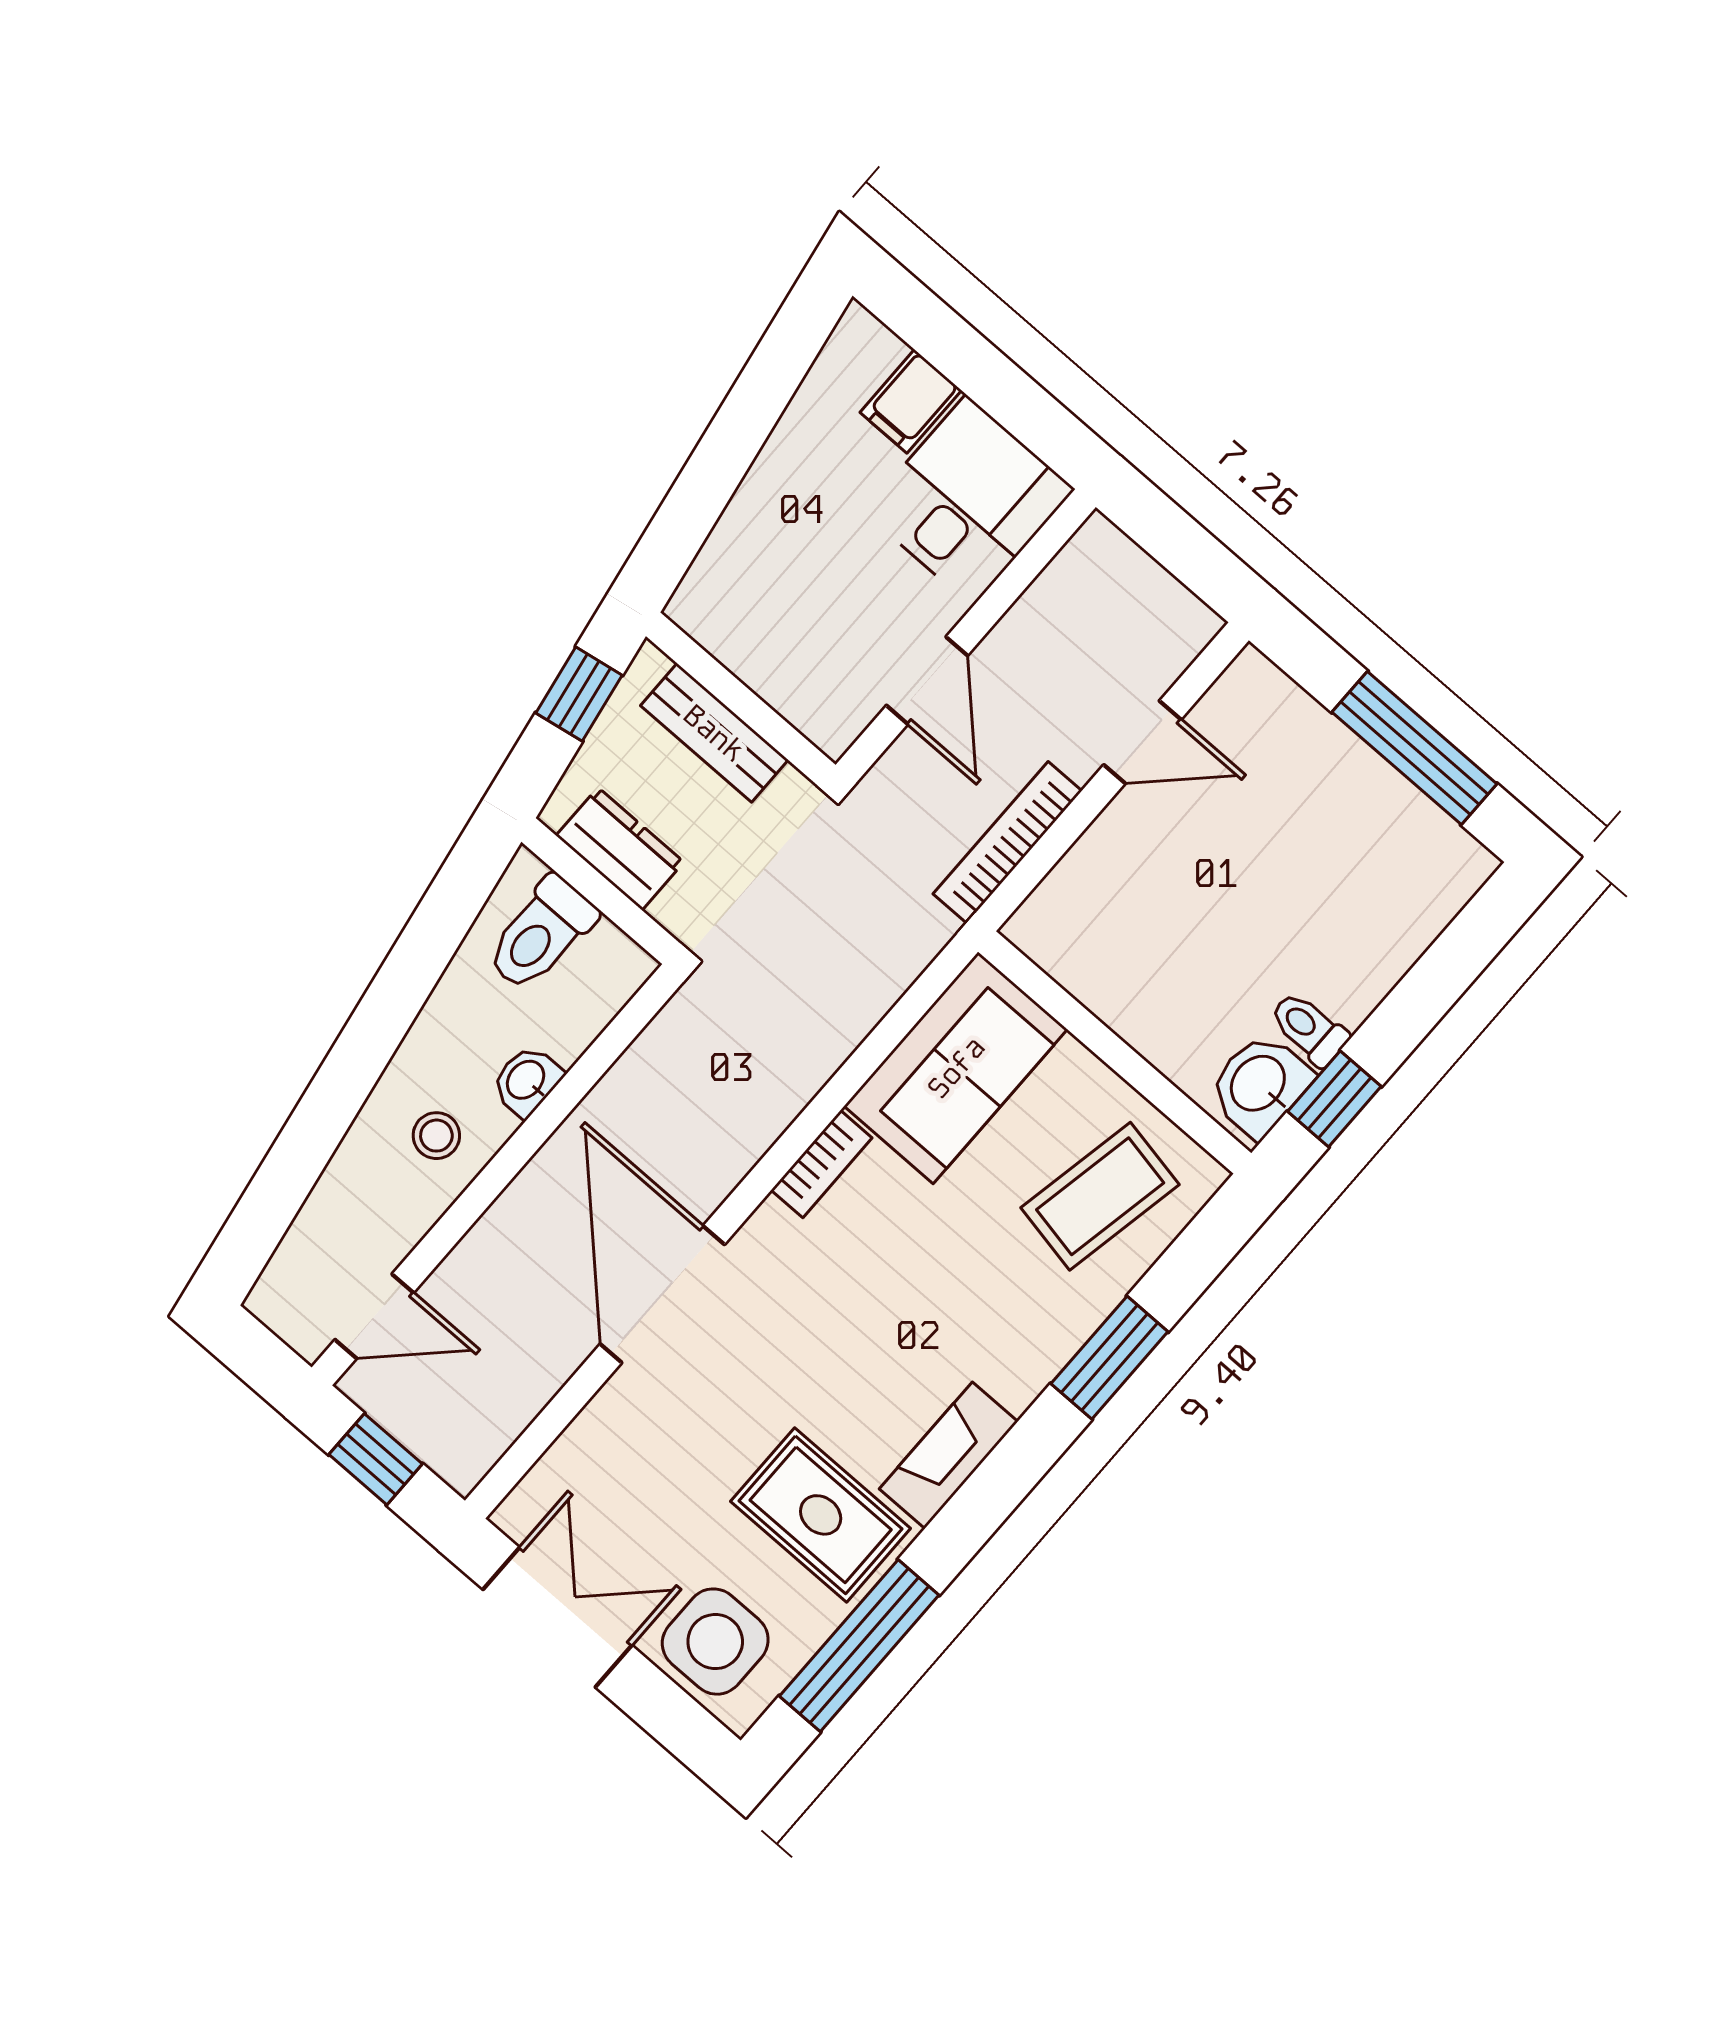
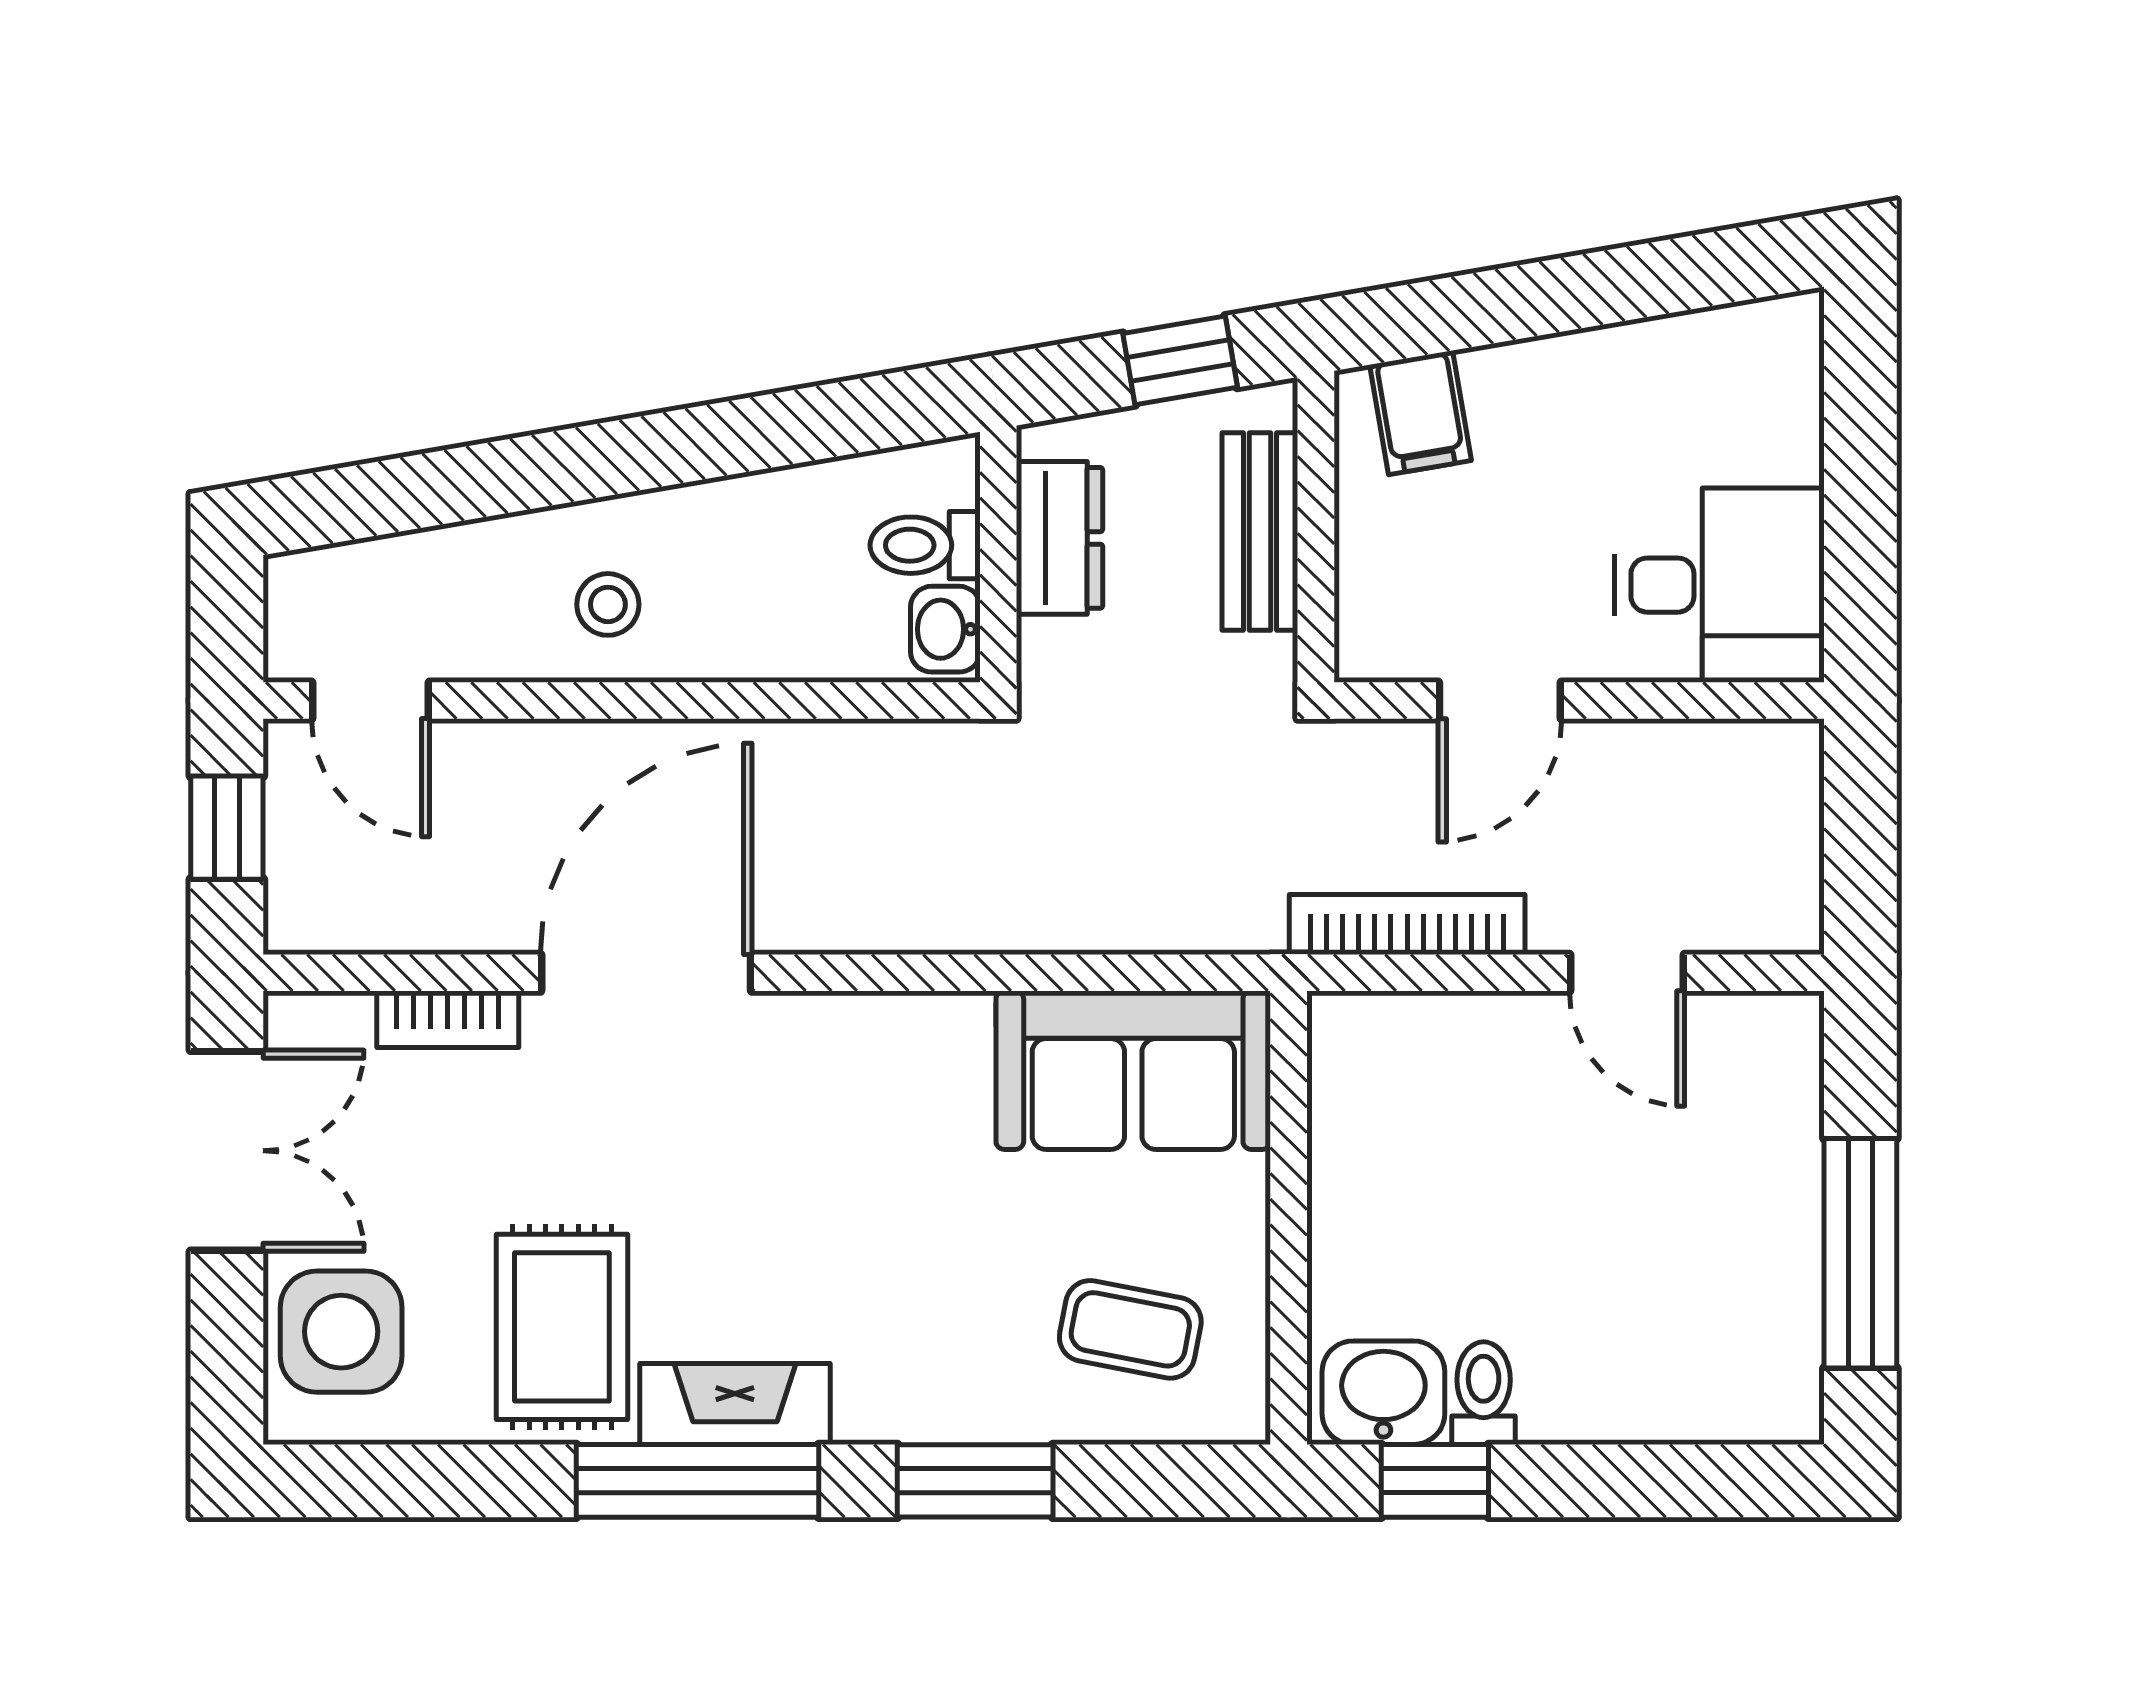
filing cabinet: (911, 401) -> (1420, 413), moved, turned -100
toilet: (541, 934) -> (925, 545), width x0.73, depth x0.72
washbasin: (527, 1081) -> (945, 629), moved, turned -90
bookcase: (822, 1164) -> (448, 1019), moved
coffee table: (1100, 1196) -> (1130, 1329), width x0.73, depth x0.77
window: (859, 1646) -> (697, 1481), moved

